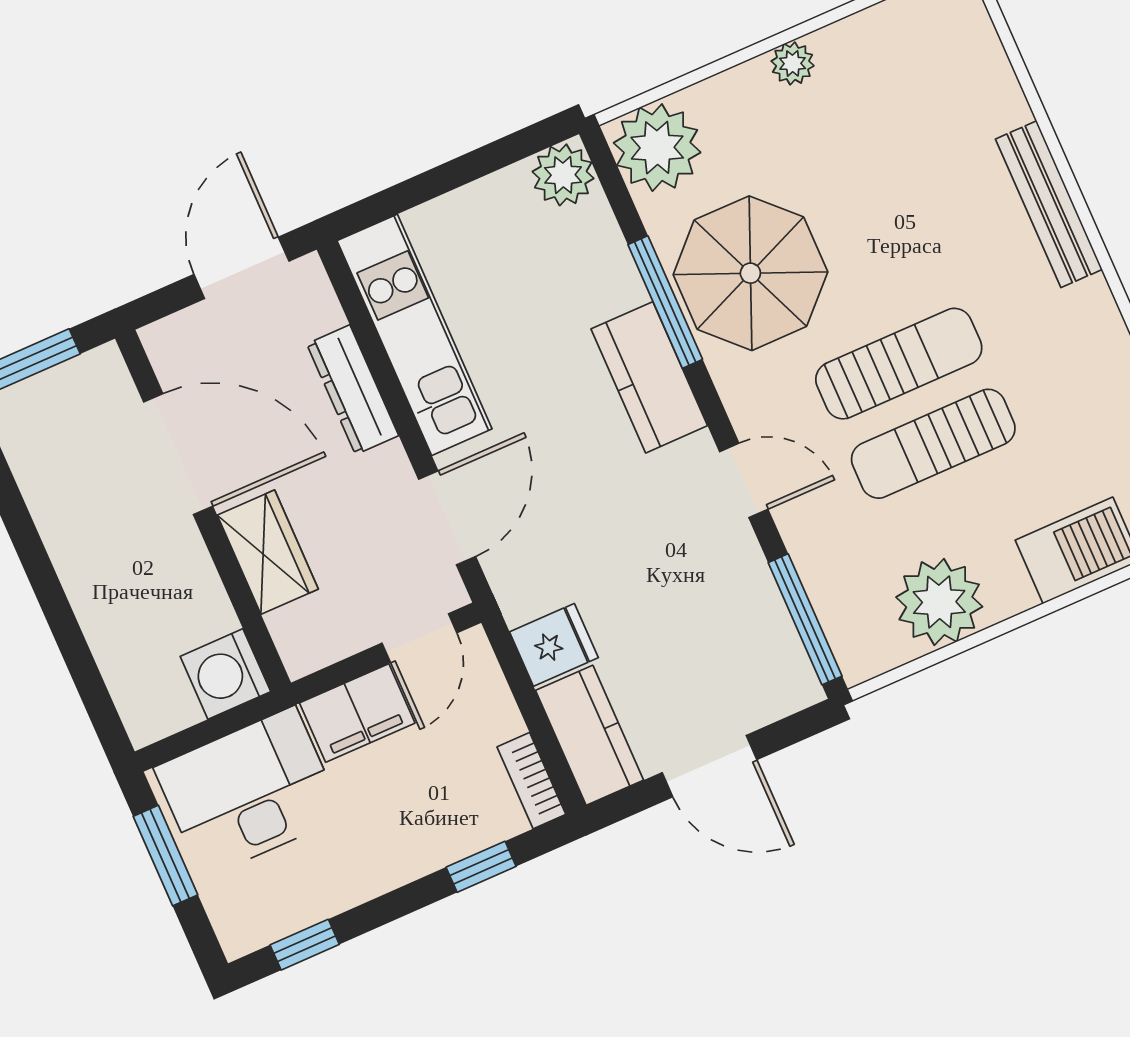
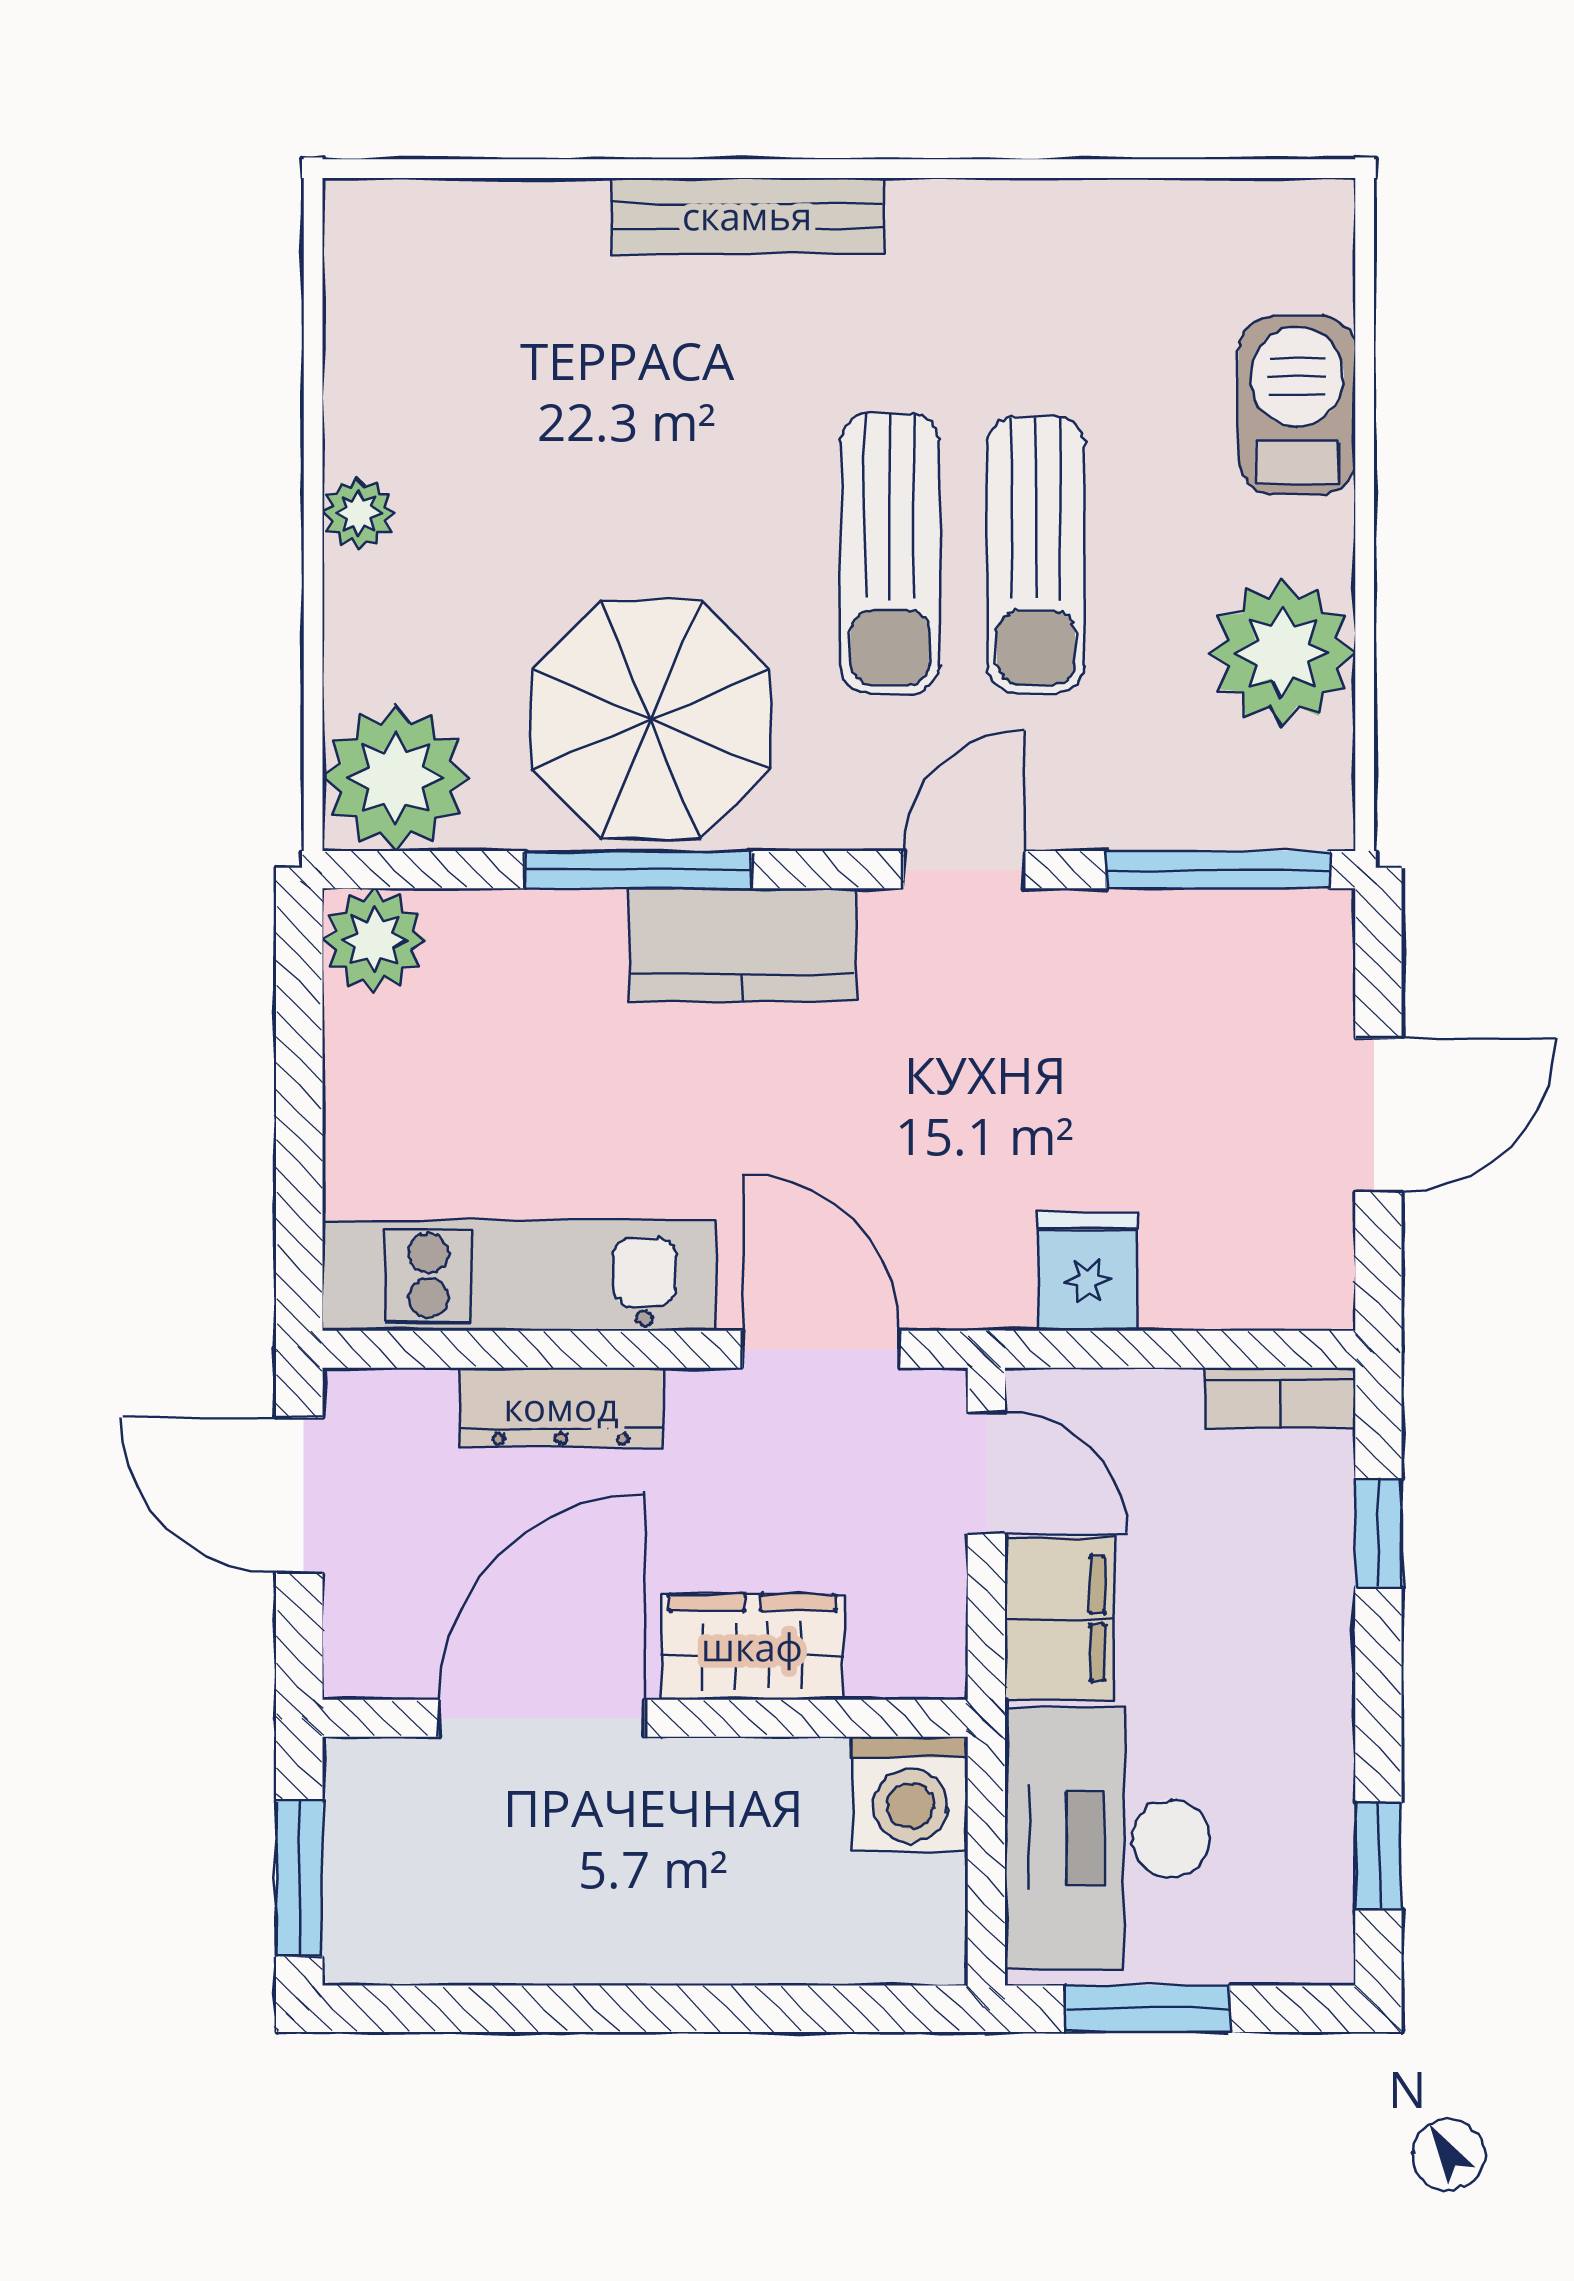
sun lounger: (899, 364) -> (890, 553), turned 180
kitchen counter: (589, 735) -> (1250, 1278), removed

